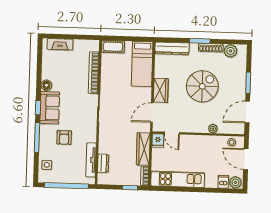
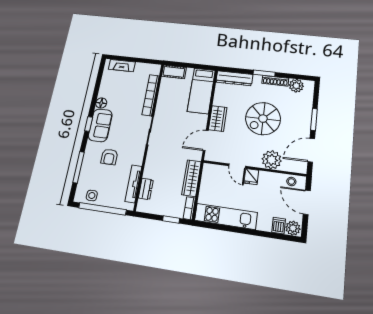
spiral stairs: (202, 86) -> (263, 119), turned 180
plant: (213, 129) -> (272, 160), width x1.88, depth x1.88
door: (172, 133) -> (237, 166), moved
window: (37, 137) -> (79, 167), moved
fridge: (158, 141) -> (251, 177), moved
side table: (47, 165) -> (92, 195), moved

